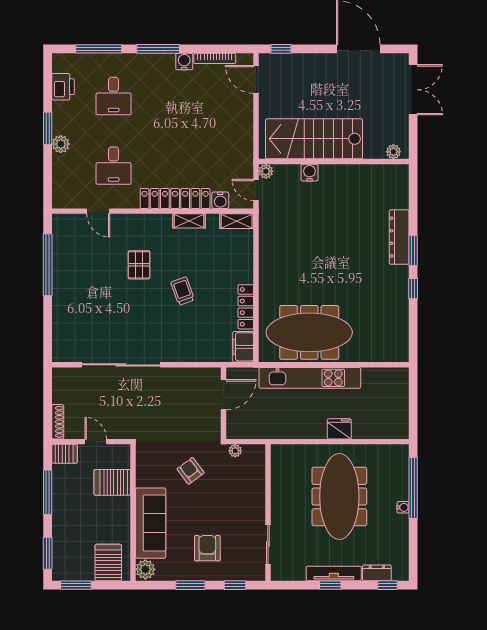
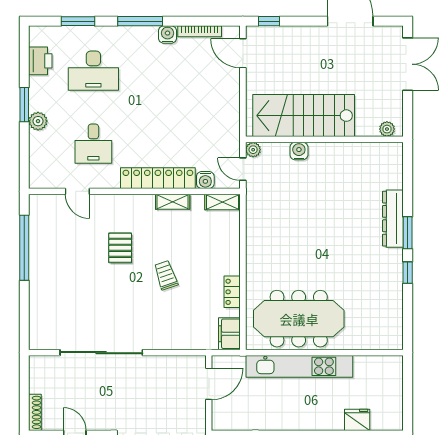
window: (99, 49) -> (78, 21), width x0.69
desk: (114, 96) -> (93, 71), width x1.37
locker: (246, 307) -> (232, 292), width x0.66
fridge: (339, 429) -> (357, 420), moved

